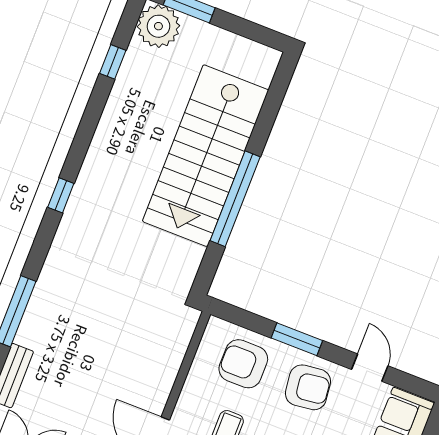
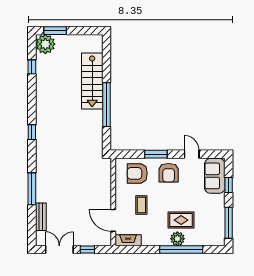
stairs: (206, 156) -> (92, 81), width x0.73, depth x0.66
armchair: (308, 387) -> (169, 173), turned 97

